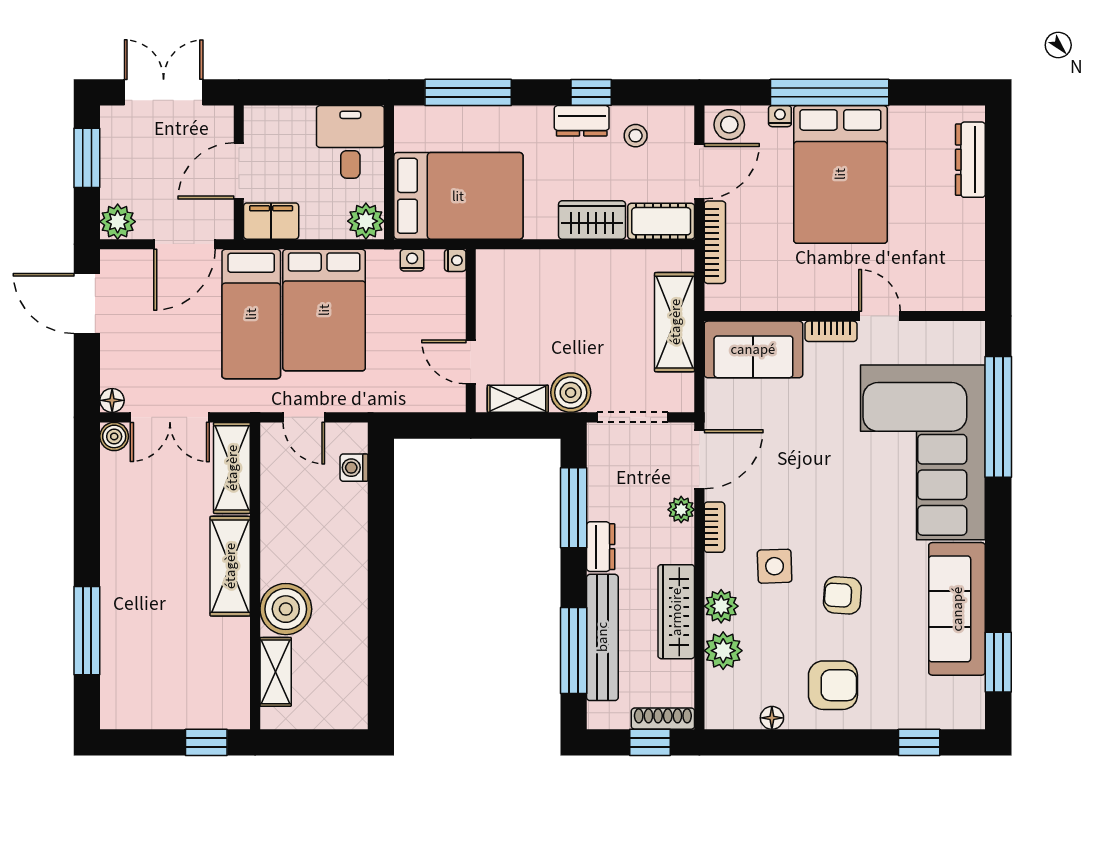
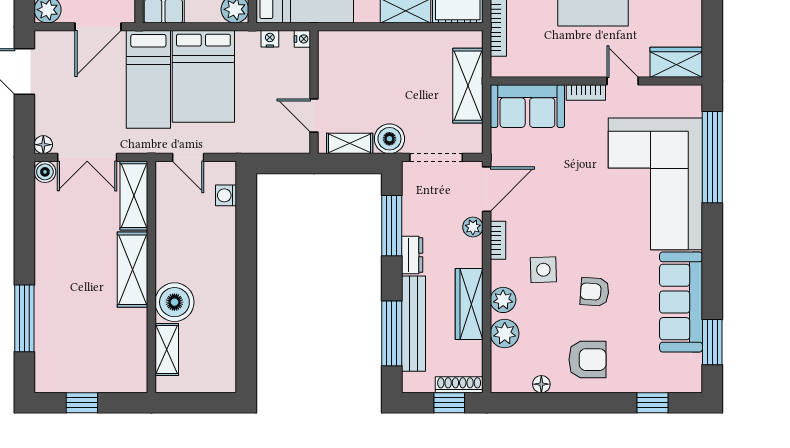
wardrobe: (951, 291) -> (676, 62), added
window: (206, 742) -> (82, 403), moved

